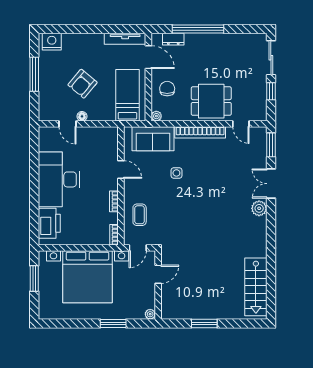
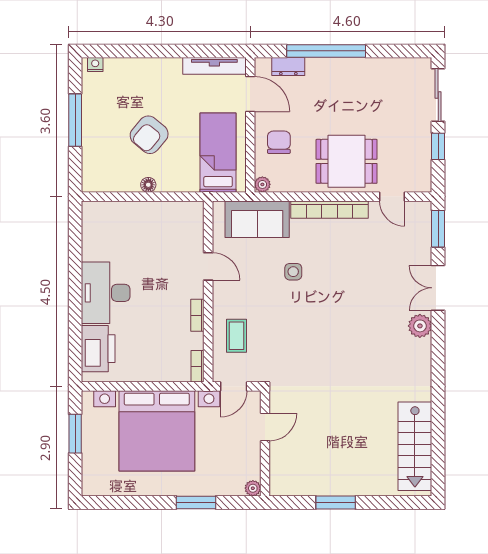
nightstand: (52, 42) -> (95, 64), width x0.53, depth x0.56
door: (68, 124) -> (126, 197), removed
desk: (59, 179) -> (106, 293), width x0.73, depth x0.77

